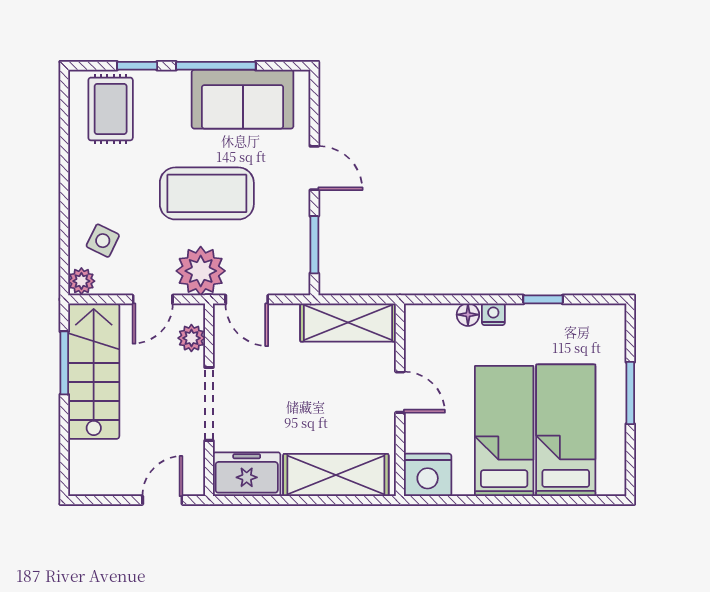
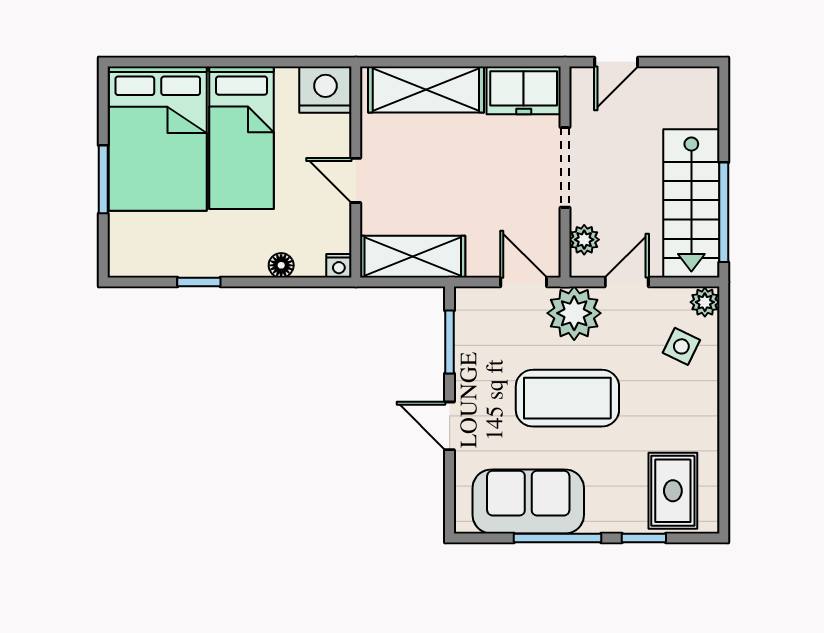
nightstand: (493, 314) -> (339, 266), moved
window: (64, 363) -> (724, 212), width x1.44
bed: (566, 430) -> (158, 139), width x1.50

